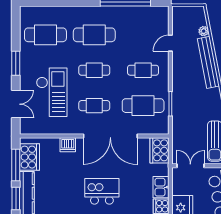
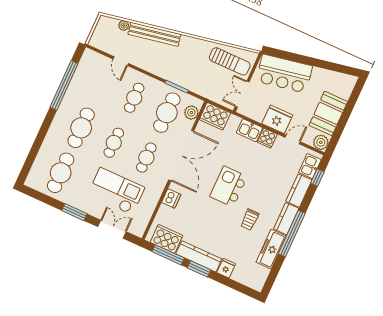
plant: (153, 128) -> (191, 113), added

